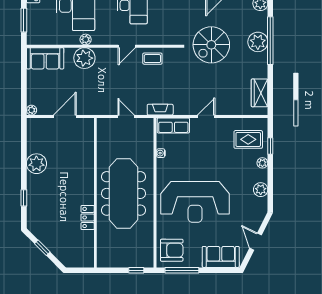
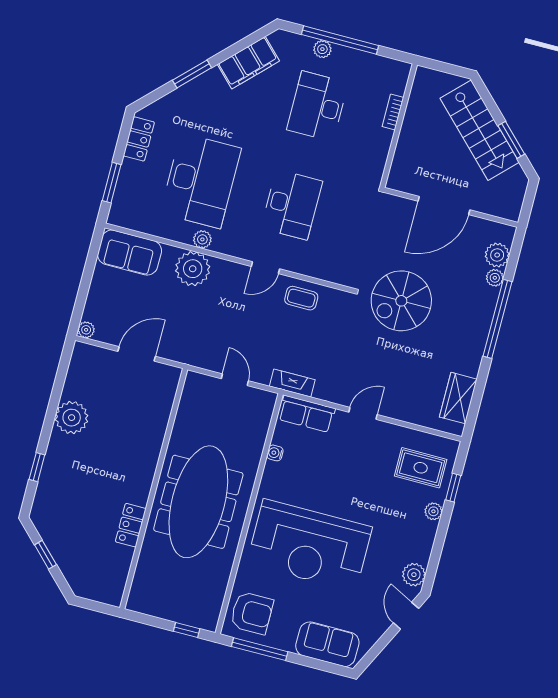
plant: (258, 42) -> (495, 278), moved, width x0.53, depth x0.53
plant: (261, 190) -> (414, 575), moved
door: (256, 242) -> (406, 616), moved

